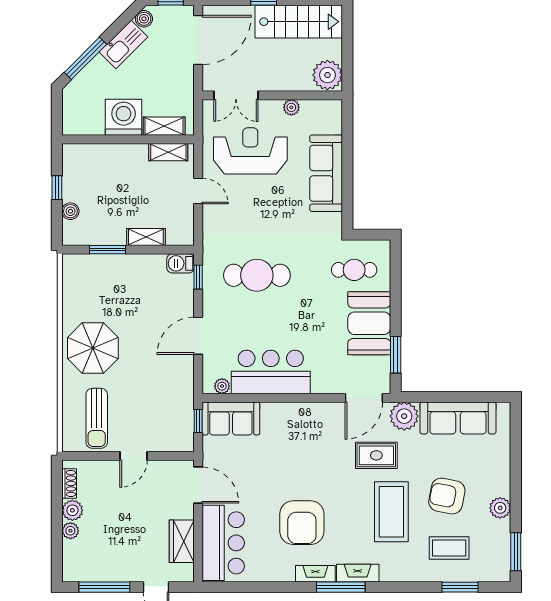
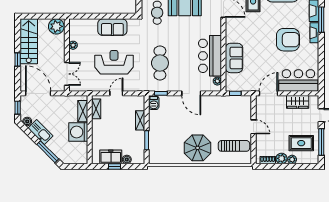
reception desk: (250, 151) -> (114, 62), moved, turned 90
sofa: (326, 173) -> (112, 27), width x0.73
freezer: (76, 180) -> (111, 157), added
sofa: (231, 418) -> (234, 58), moved
rug: (102, 548) -> (301, 143), added

